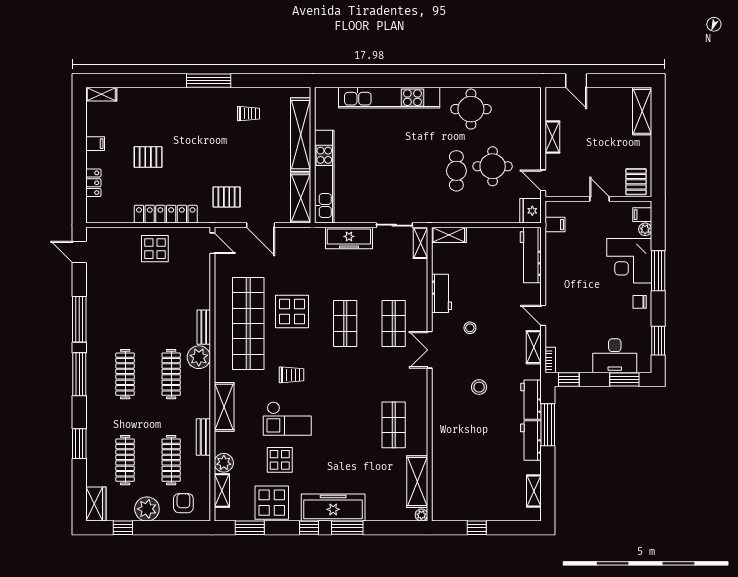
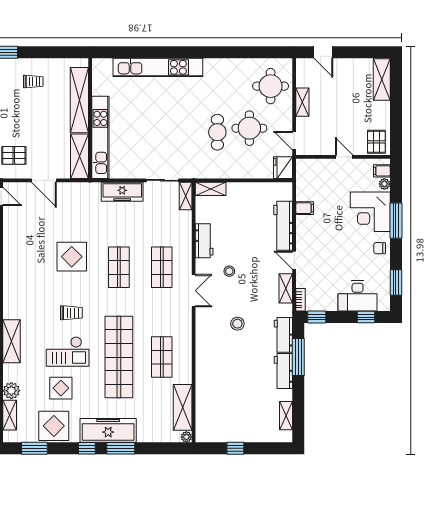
round table: (471, 109) -> (271, 86), moved
filing cabinet: (555, 225) -> (305, 208), moved
workbench: (531, 255) -> (283, 226), moved
shop shelf: (248, 323) -> (119, 357), moved
double door: (430, 350) -> (194, 291), swing flipped
window: (624, 380) -> (366, 317), width x0.67

